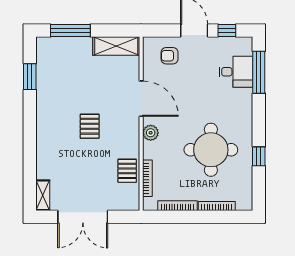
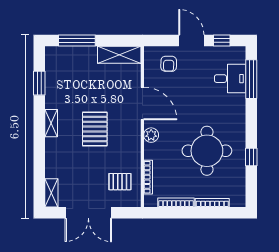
armchair: (170, 56) -> (169, 64), turned -89
shelving: (43, 120) -> (51, 123), added
pallet: (90, 126) -> (95, 129), width x1.50, depth x1.42
pallet: (127, 171) -> (120, 182), moved, turned 90

